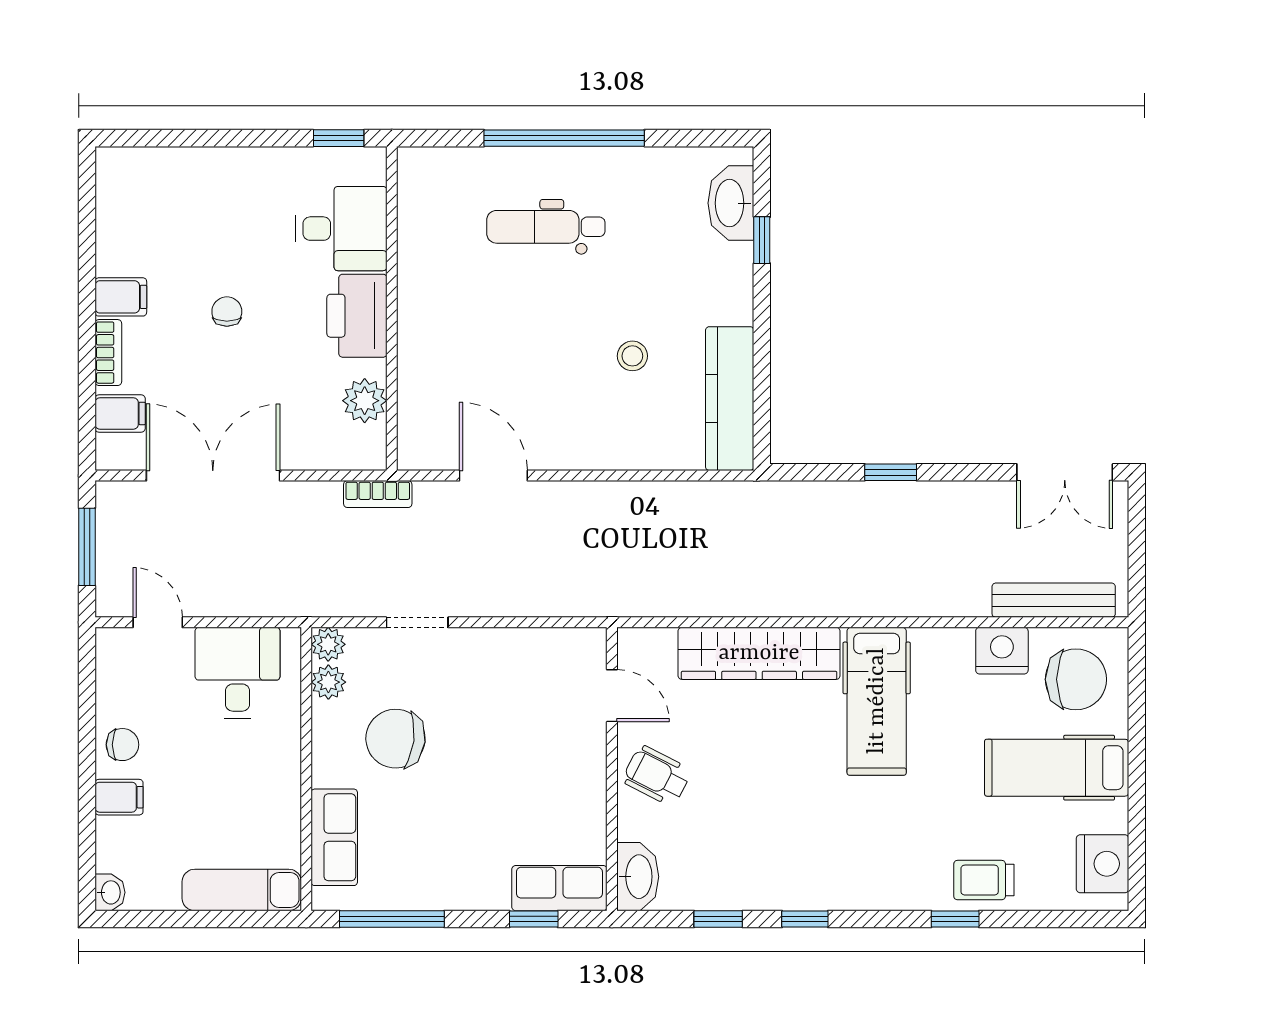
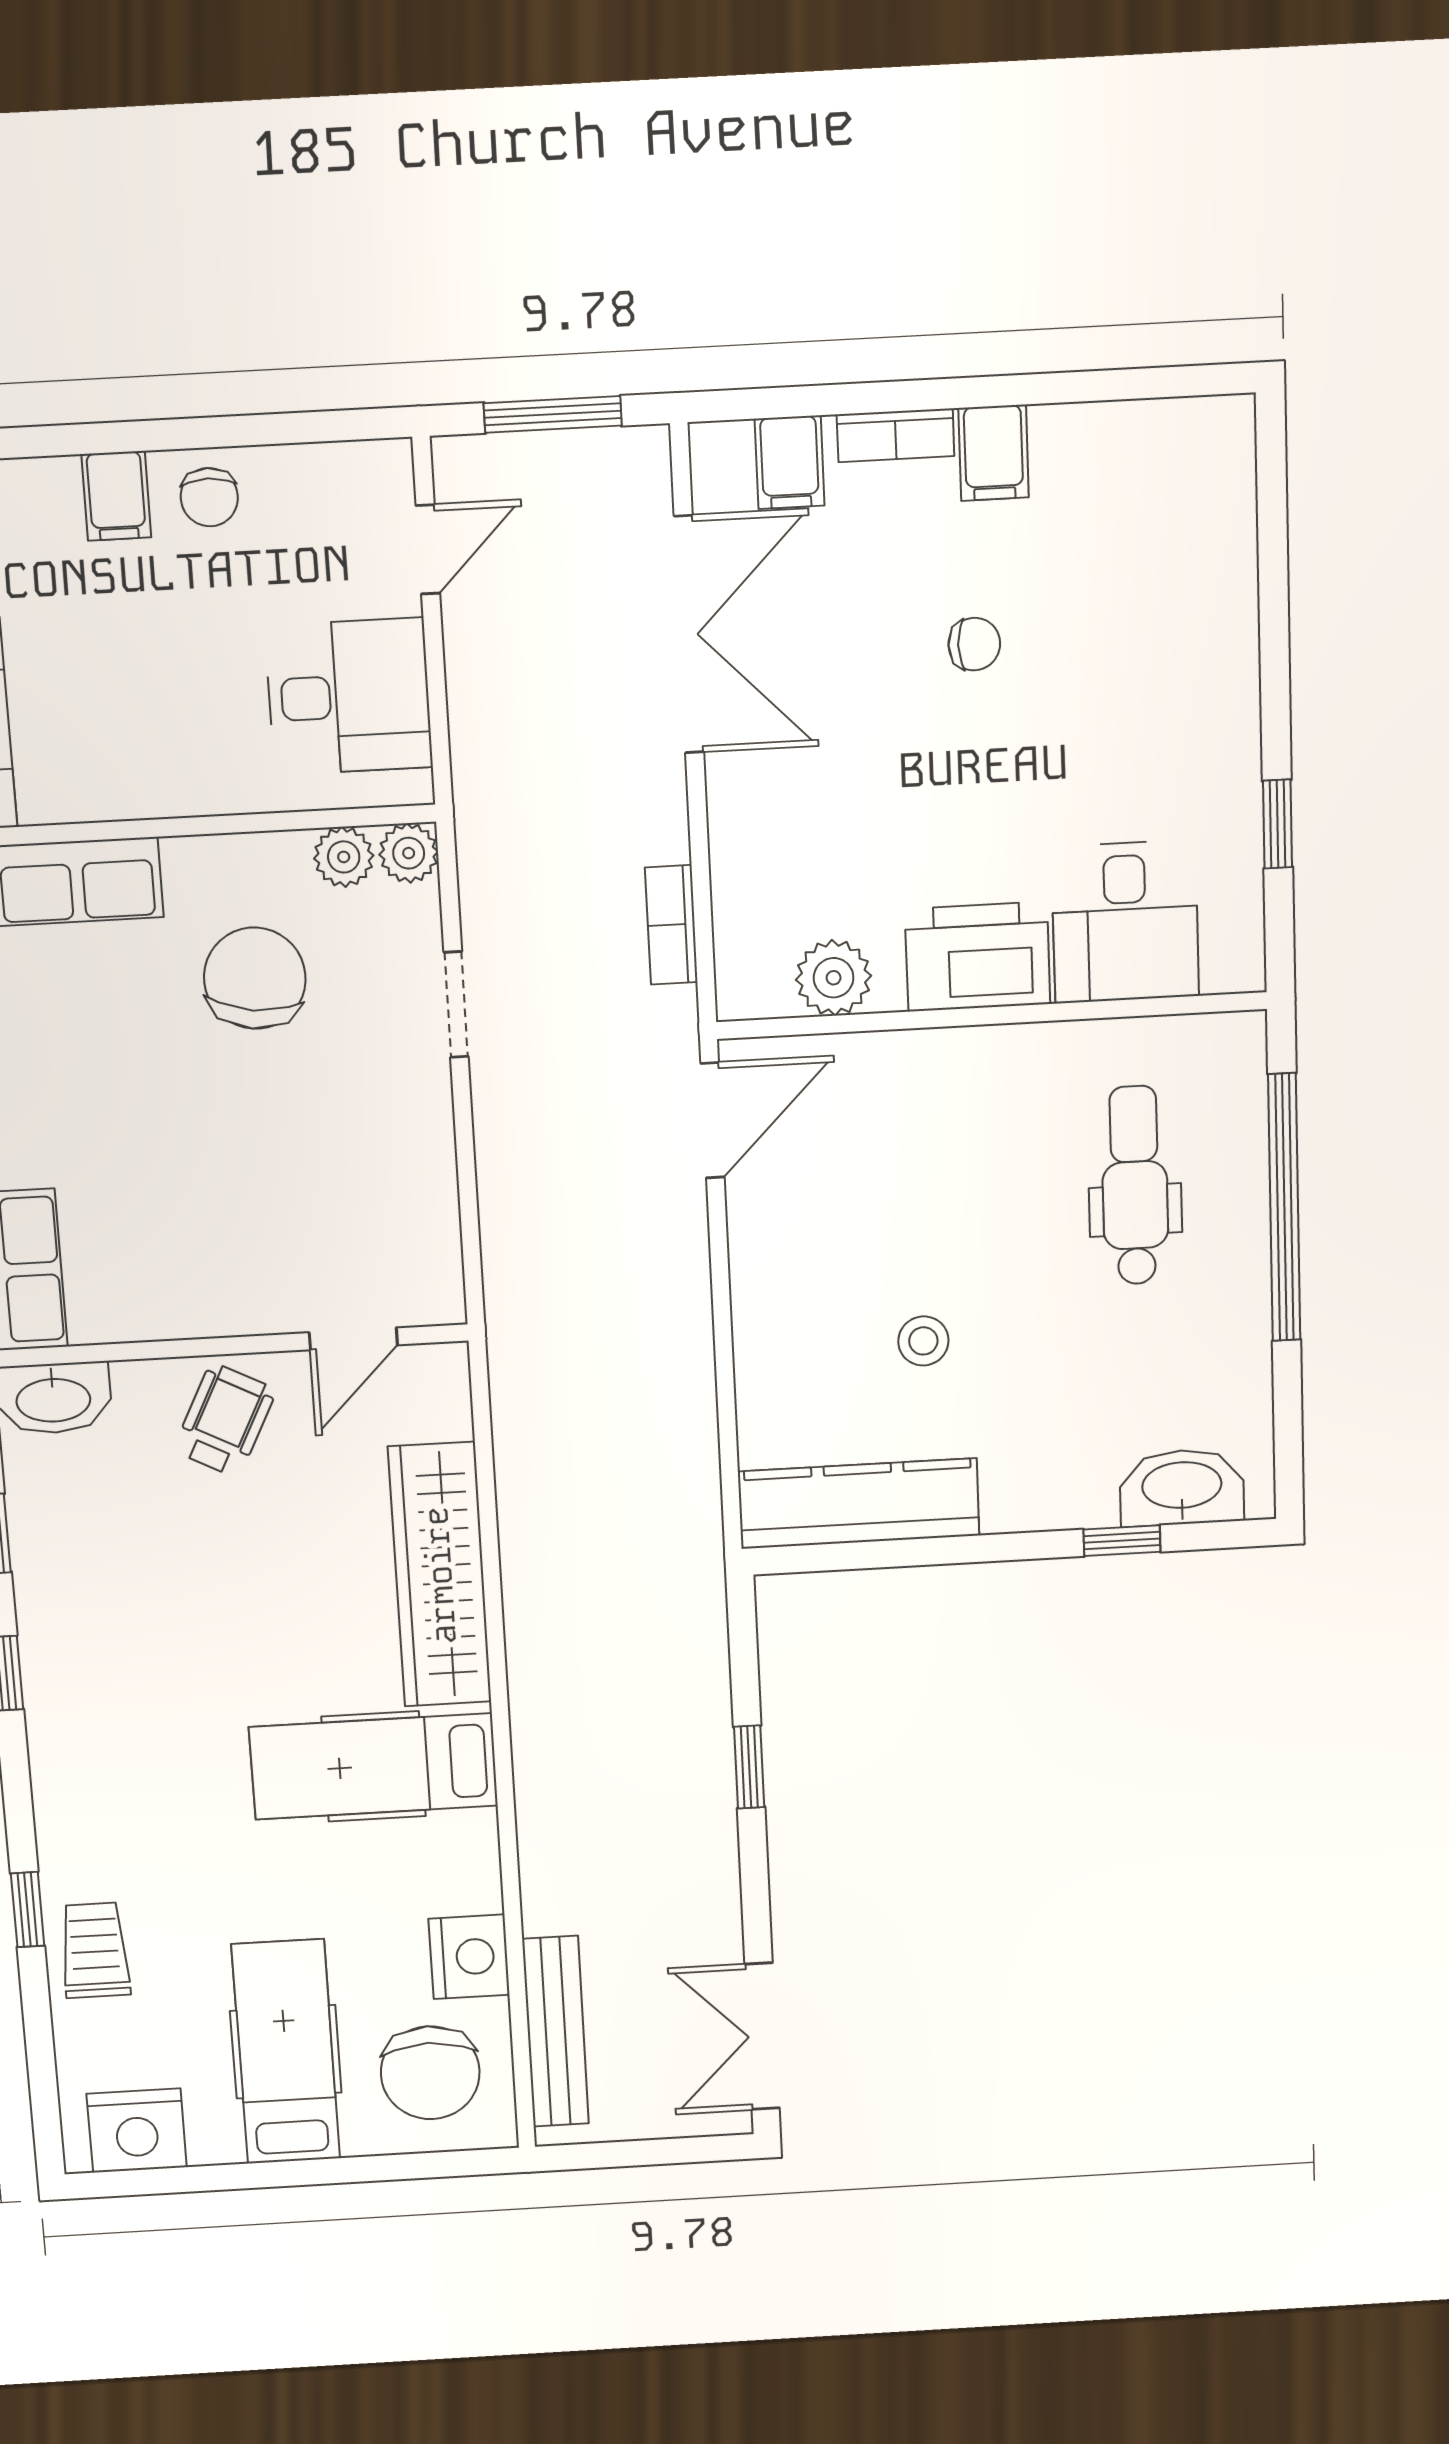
desk: (341, 229) -> (1125, 922), moved
wall: (392, 308) -> (992, 1016), moved
printer: (357, 316) -> (978, 957), moved
plant: (365, 401) -> (834, 978), moved

